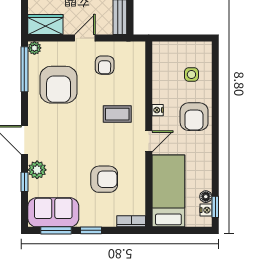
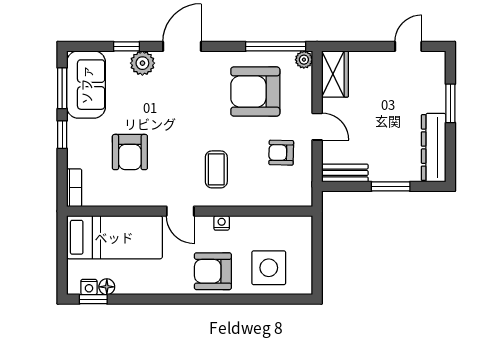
side table: (191, 75) -> (269, 268), width x1.87, depth x1.87

